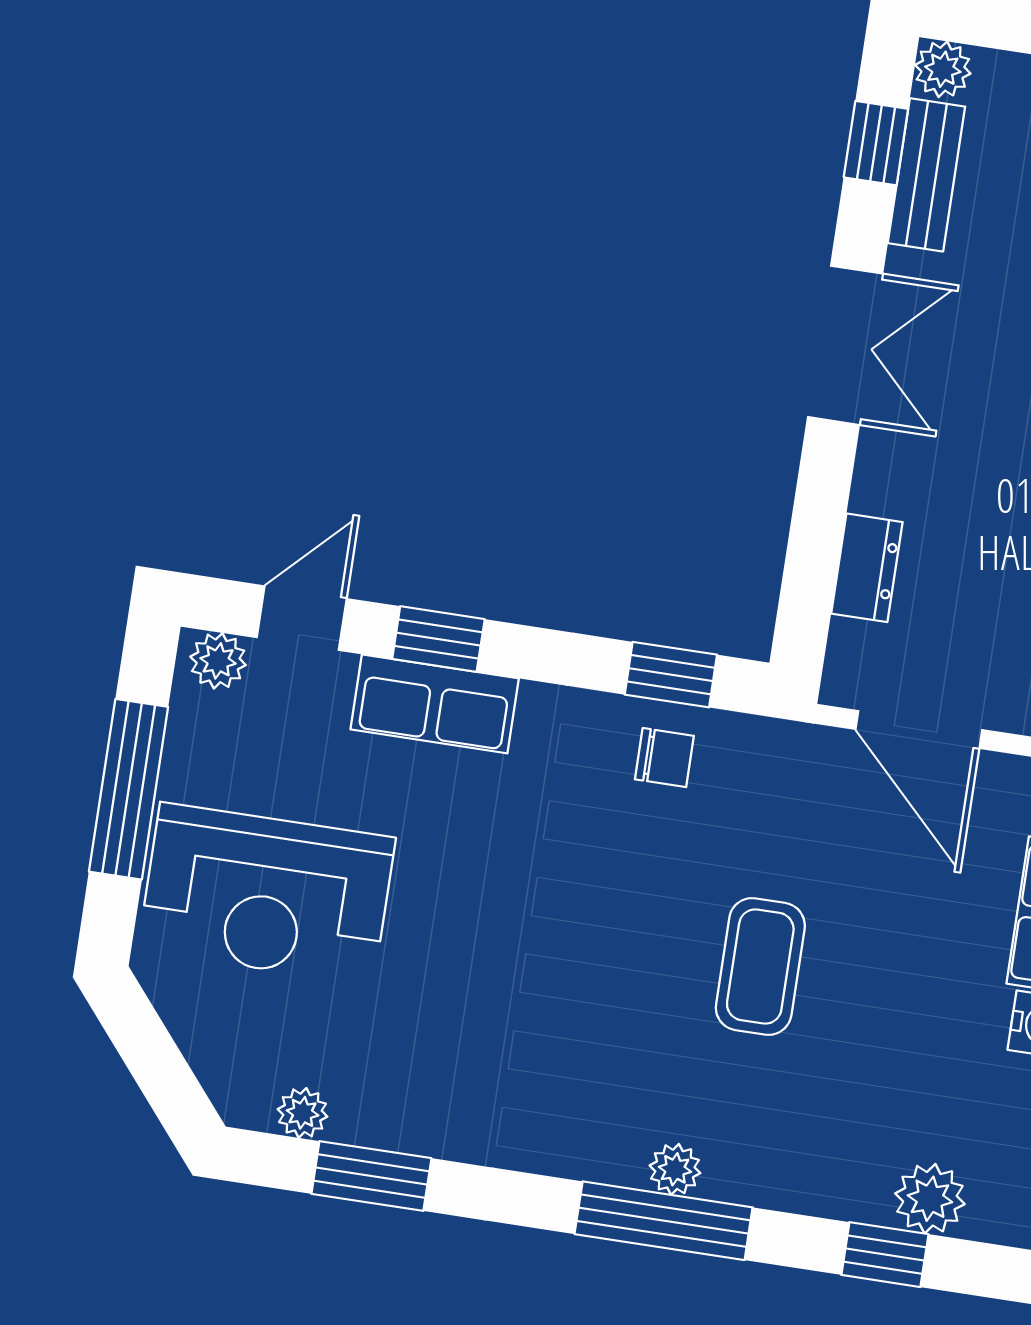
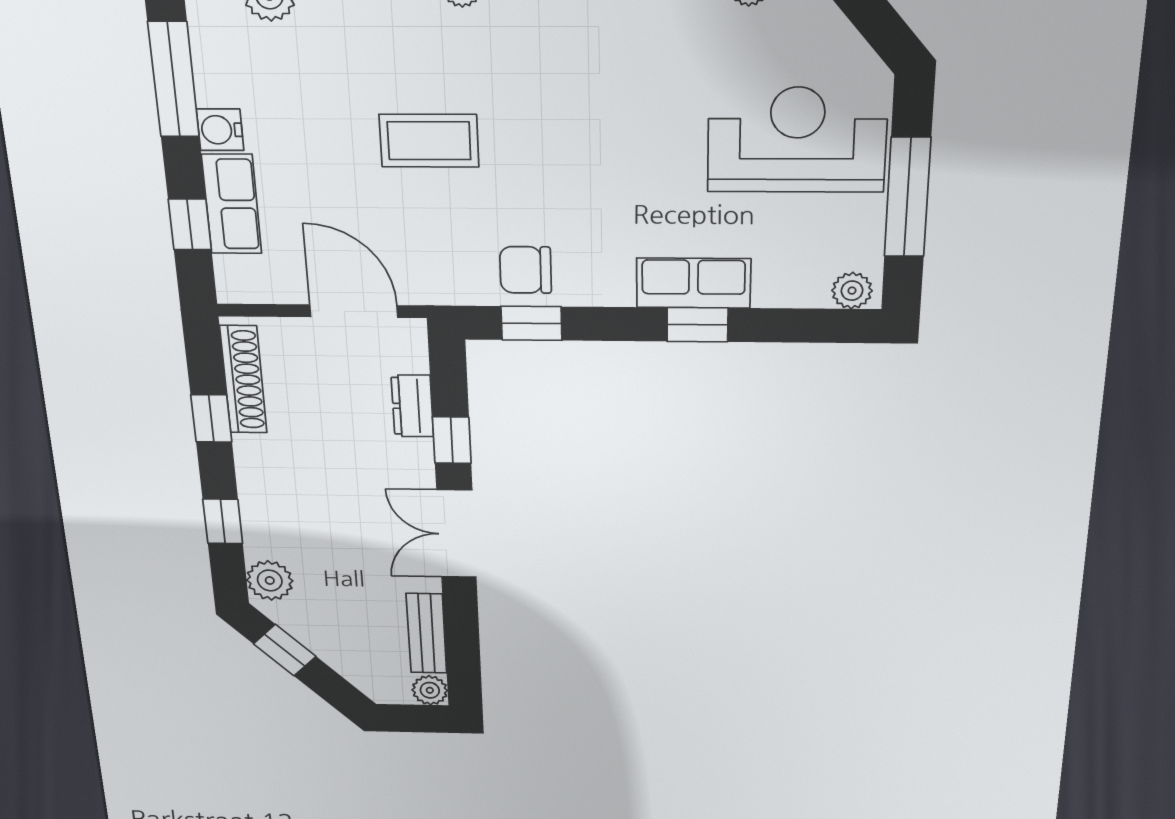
window: (876, 143) -> (452, 440), moved
door: (302, 618) -> (796, 326), removed
chair: (664, 758) -> (525, 270), width x1.37, depth x1.37
coffee table: (760, 967) -> (429, 141), turned 90

